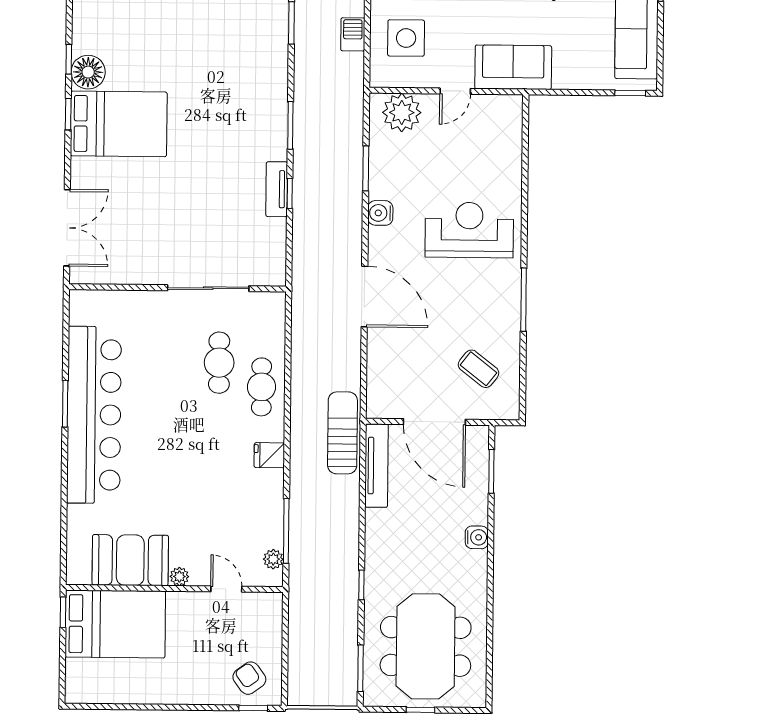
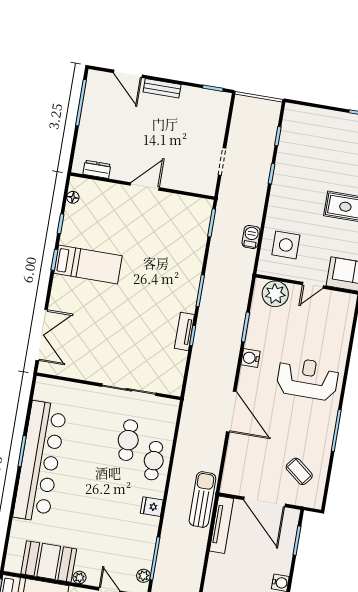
floor lamp: (88, 72) -> (73, 197), moved, width x0.53, depth x0.53
bed: (119, 124) -> (88, 265), width x0.67

